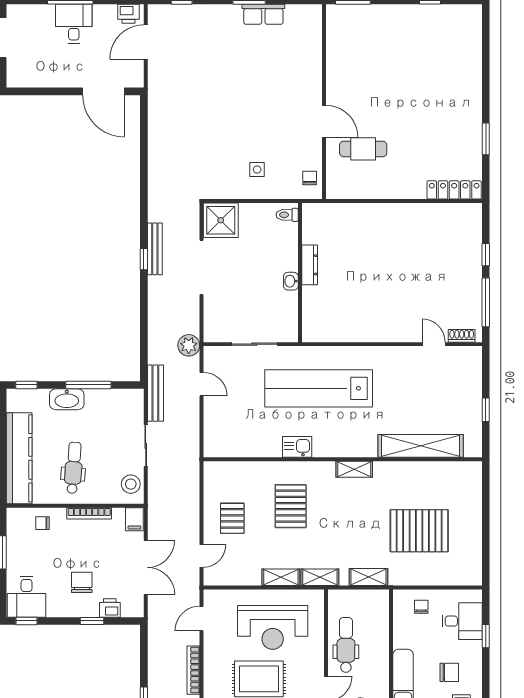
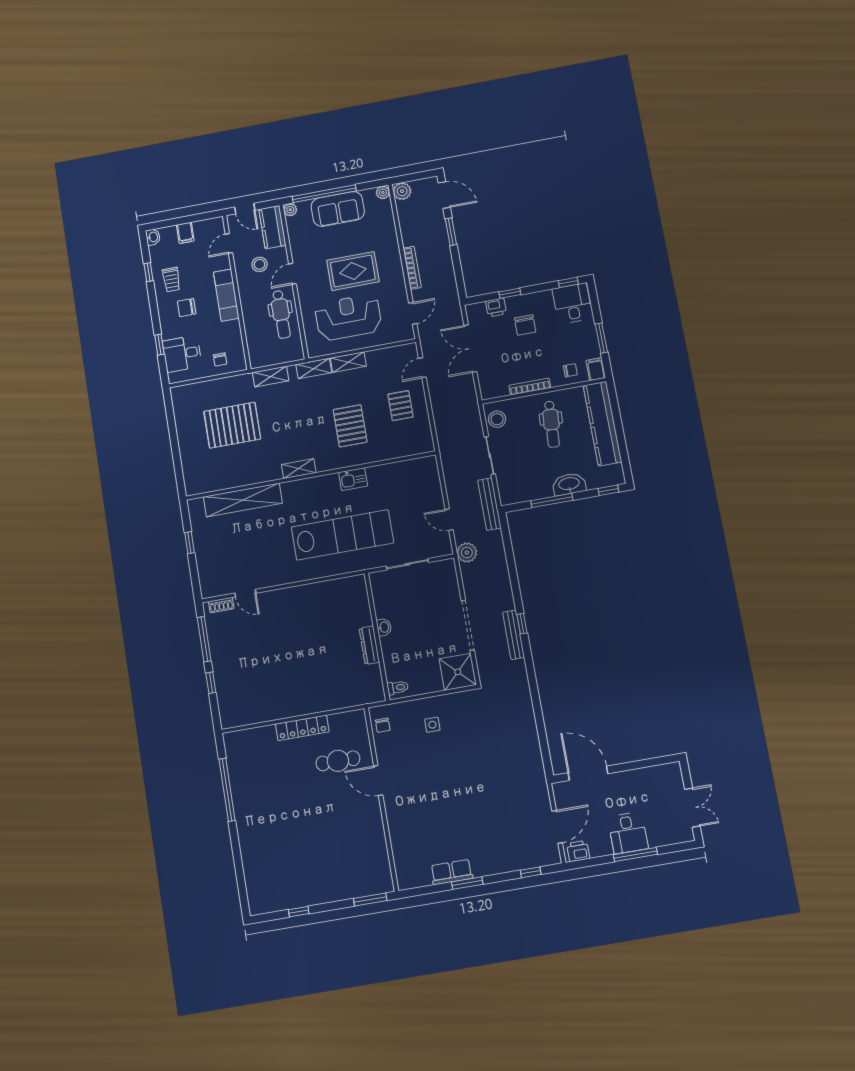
window: (486, 139) -> (227, 790), width x2.11
locker: (454, 190) -> (302, 728), moved
filing cabinet: (134, 519) -> (596, 369), moved

